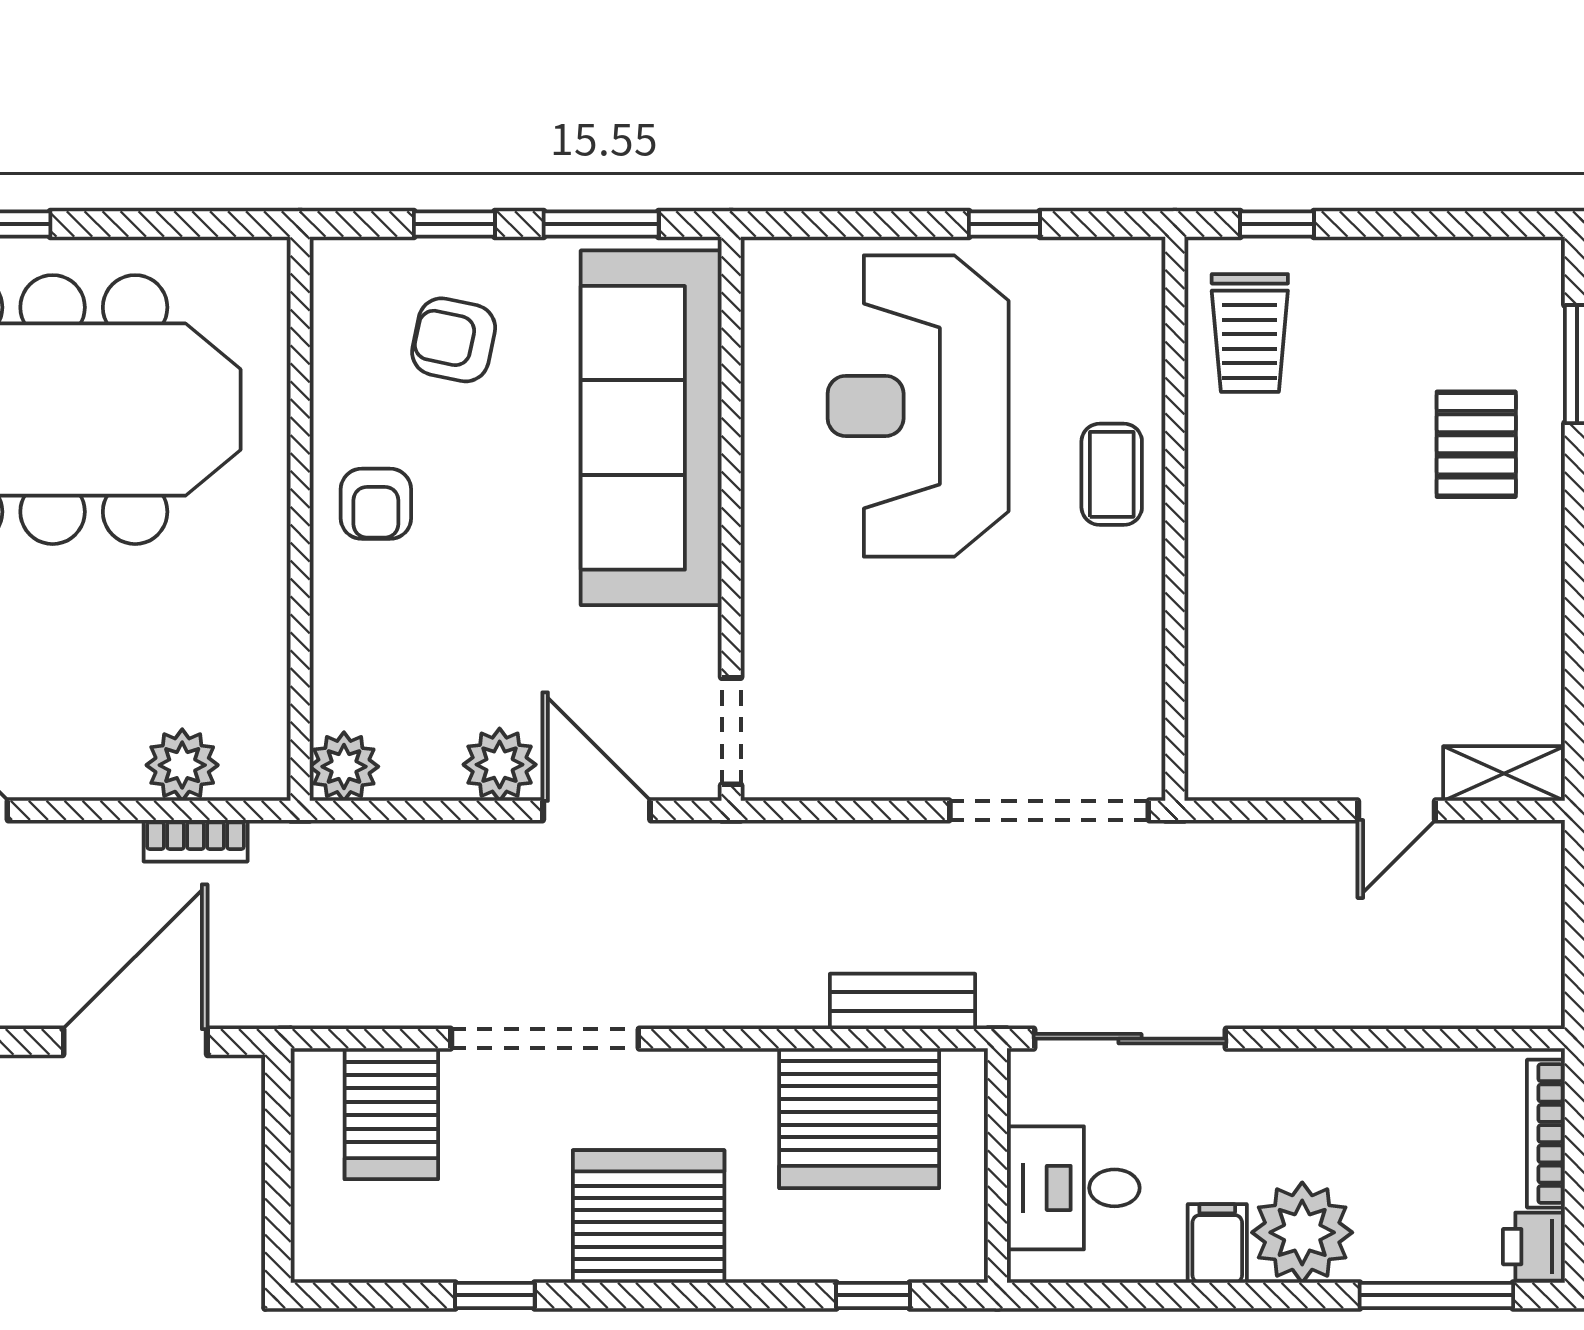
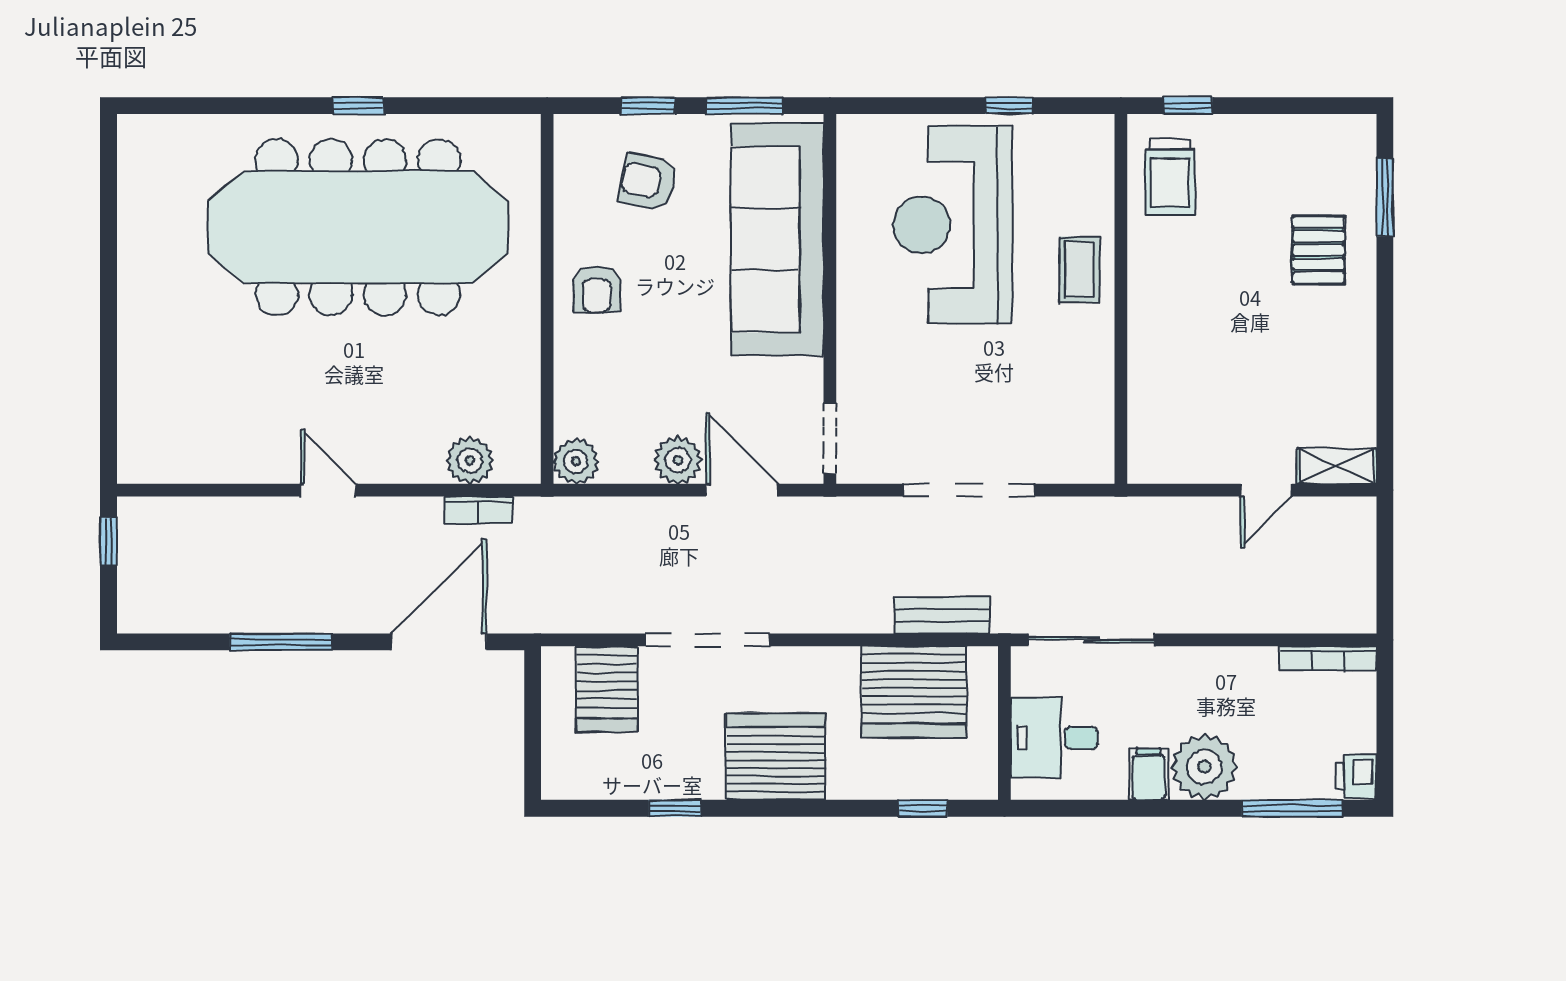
doorway: (1049, 810) -> (969, 490), moved
bookcase: (1546, 1134) -> (1328, 658), moved, turned -90

